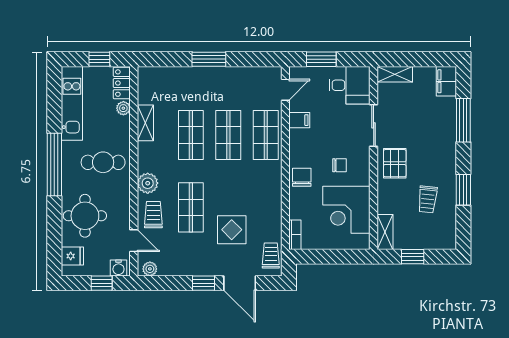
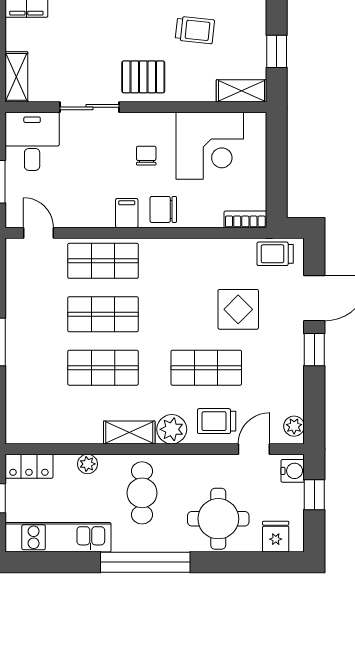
plant: (123, 108) -> (88, 464), moved
filing cabinet: (299, 120) -> (127, 213), moved
shelving: (145, 123) -> (129, 433), moved

